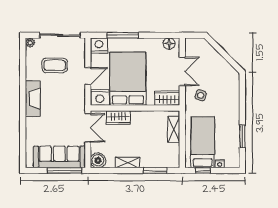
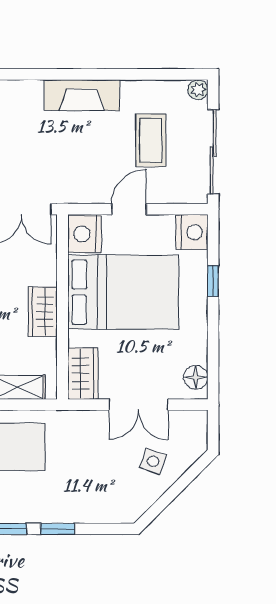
window: (123, 35) -> (213, 281), width x0.46
door: (88, 76) -> (129, 209), swing flipped
side table: (201, 95) -> (153, 461), moved
window: (242, 110) -> (58, 529), added
wardrobe: (118, 118) -> (43, 312), moved

